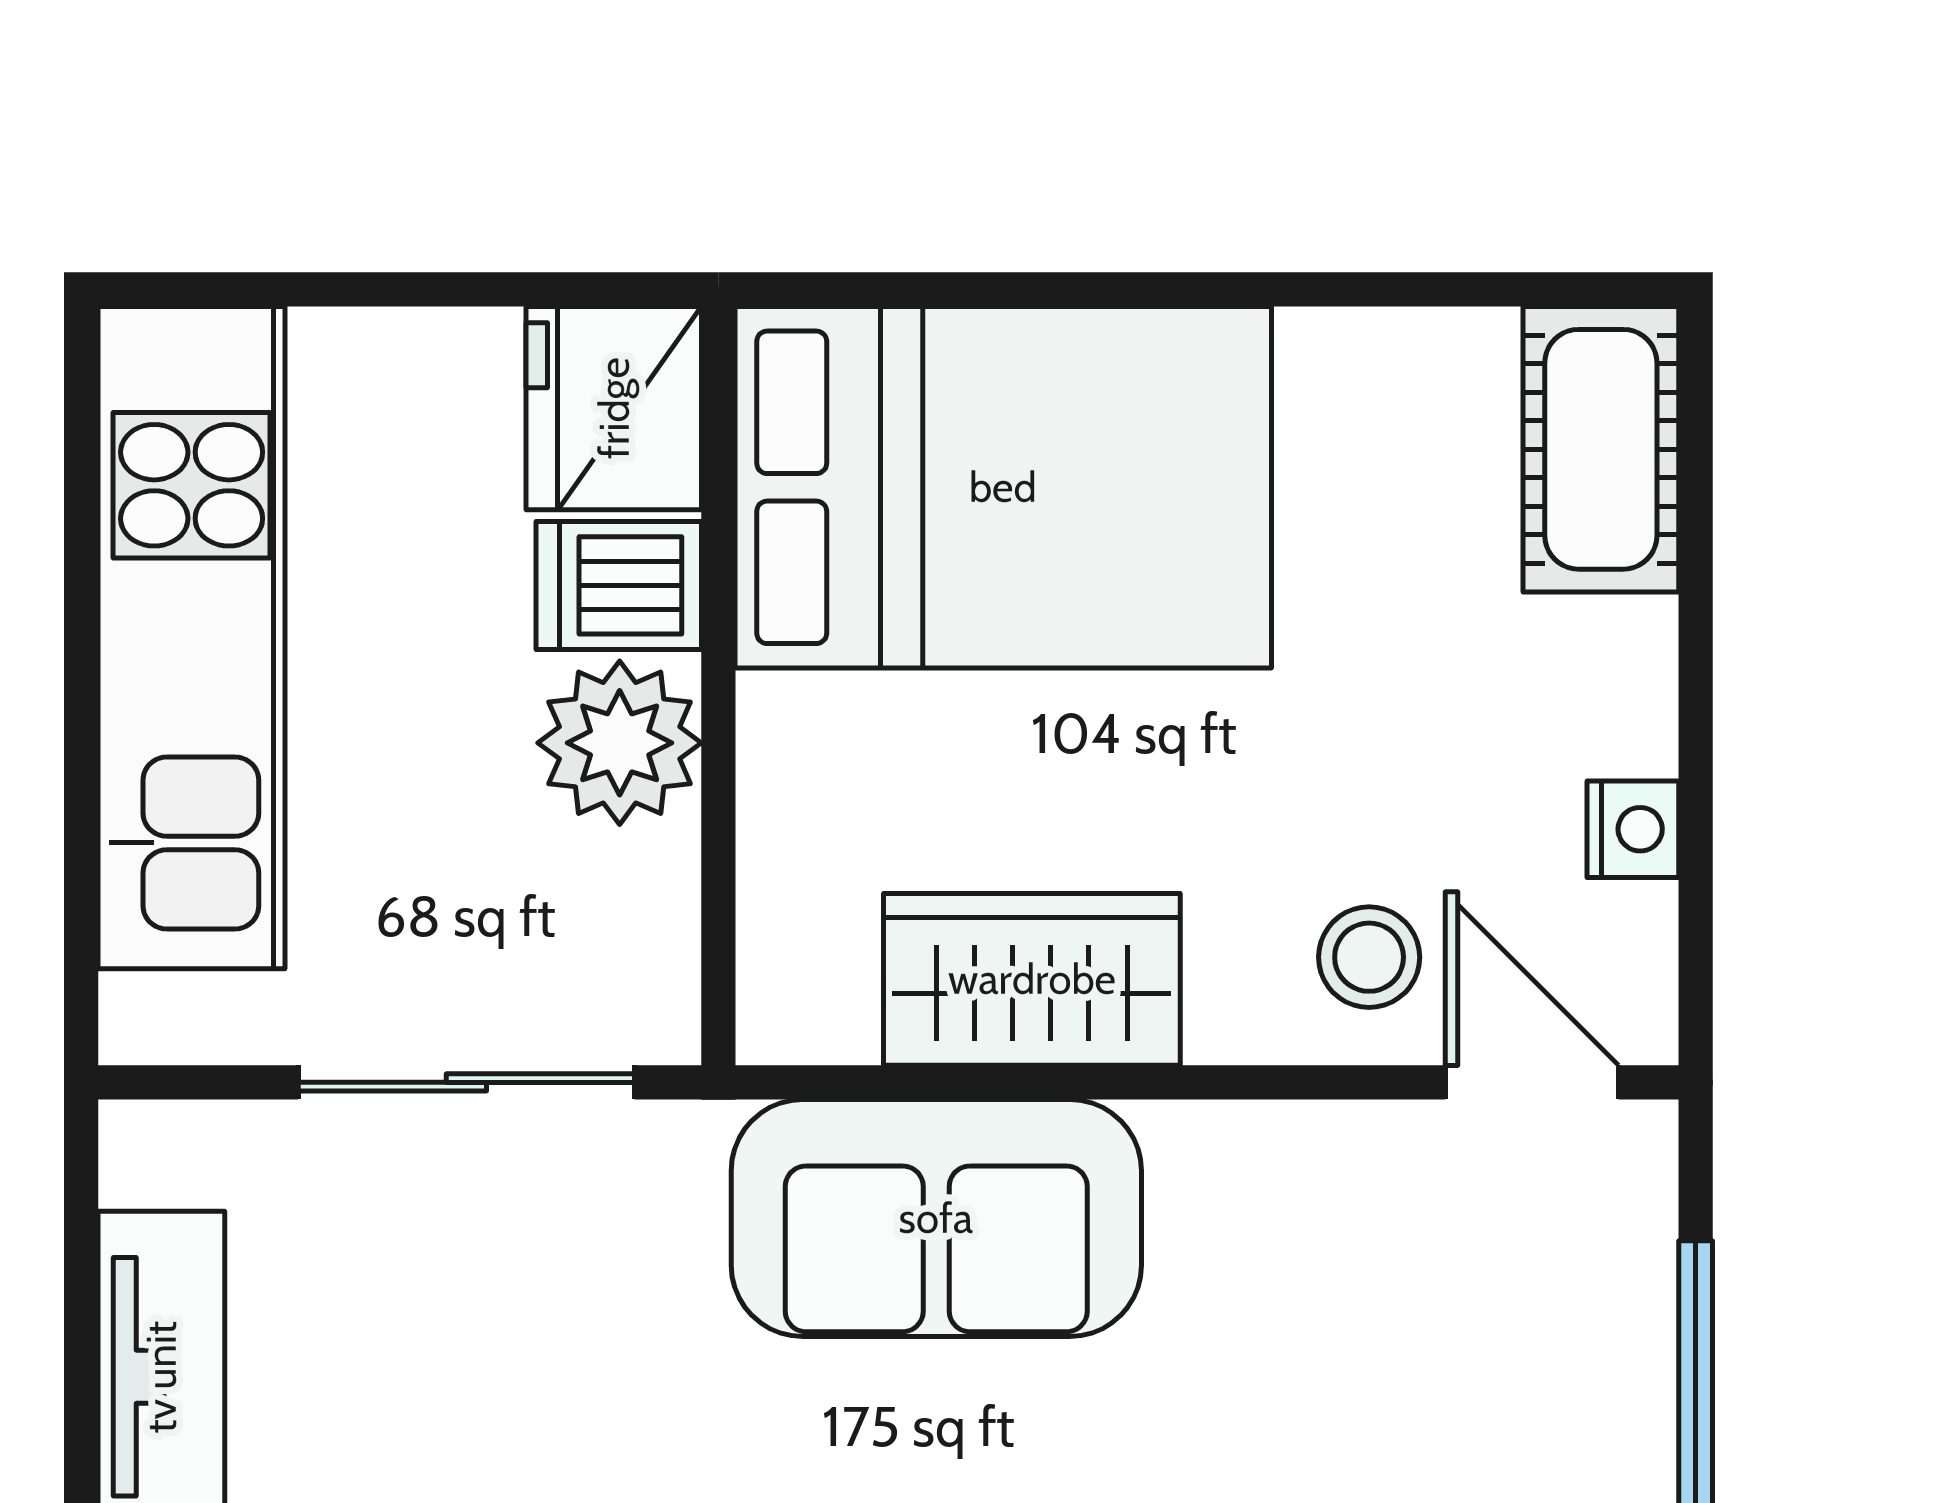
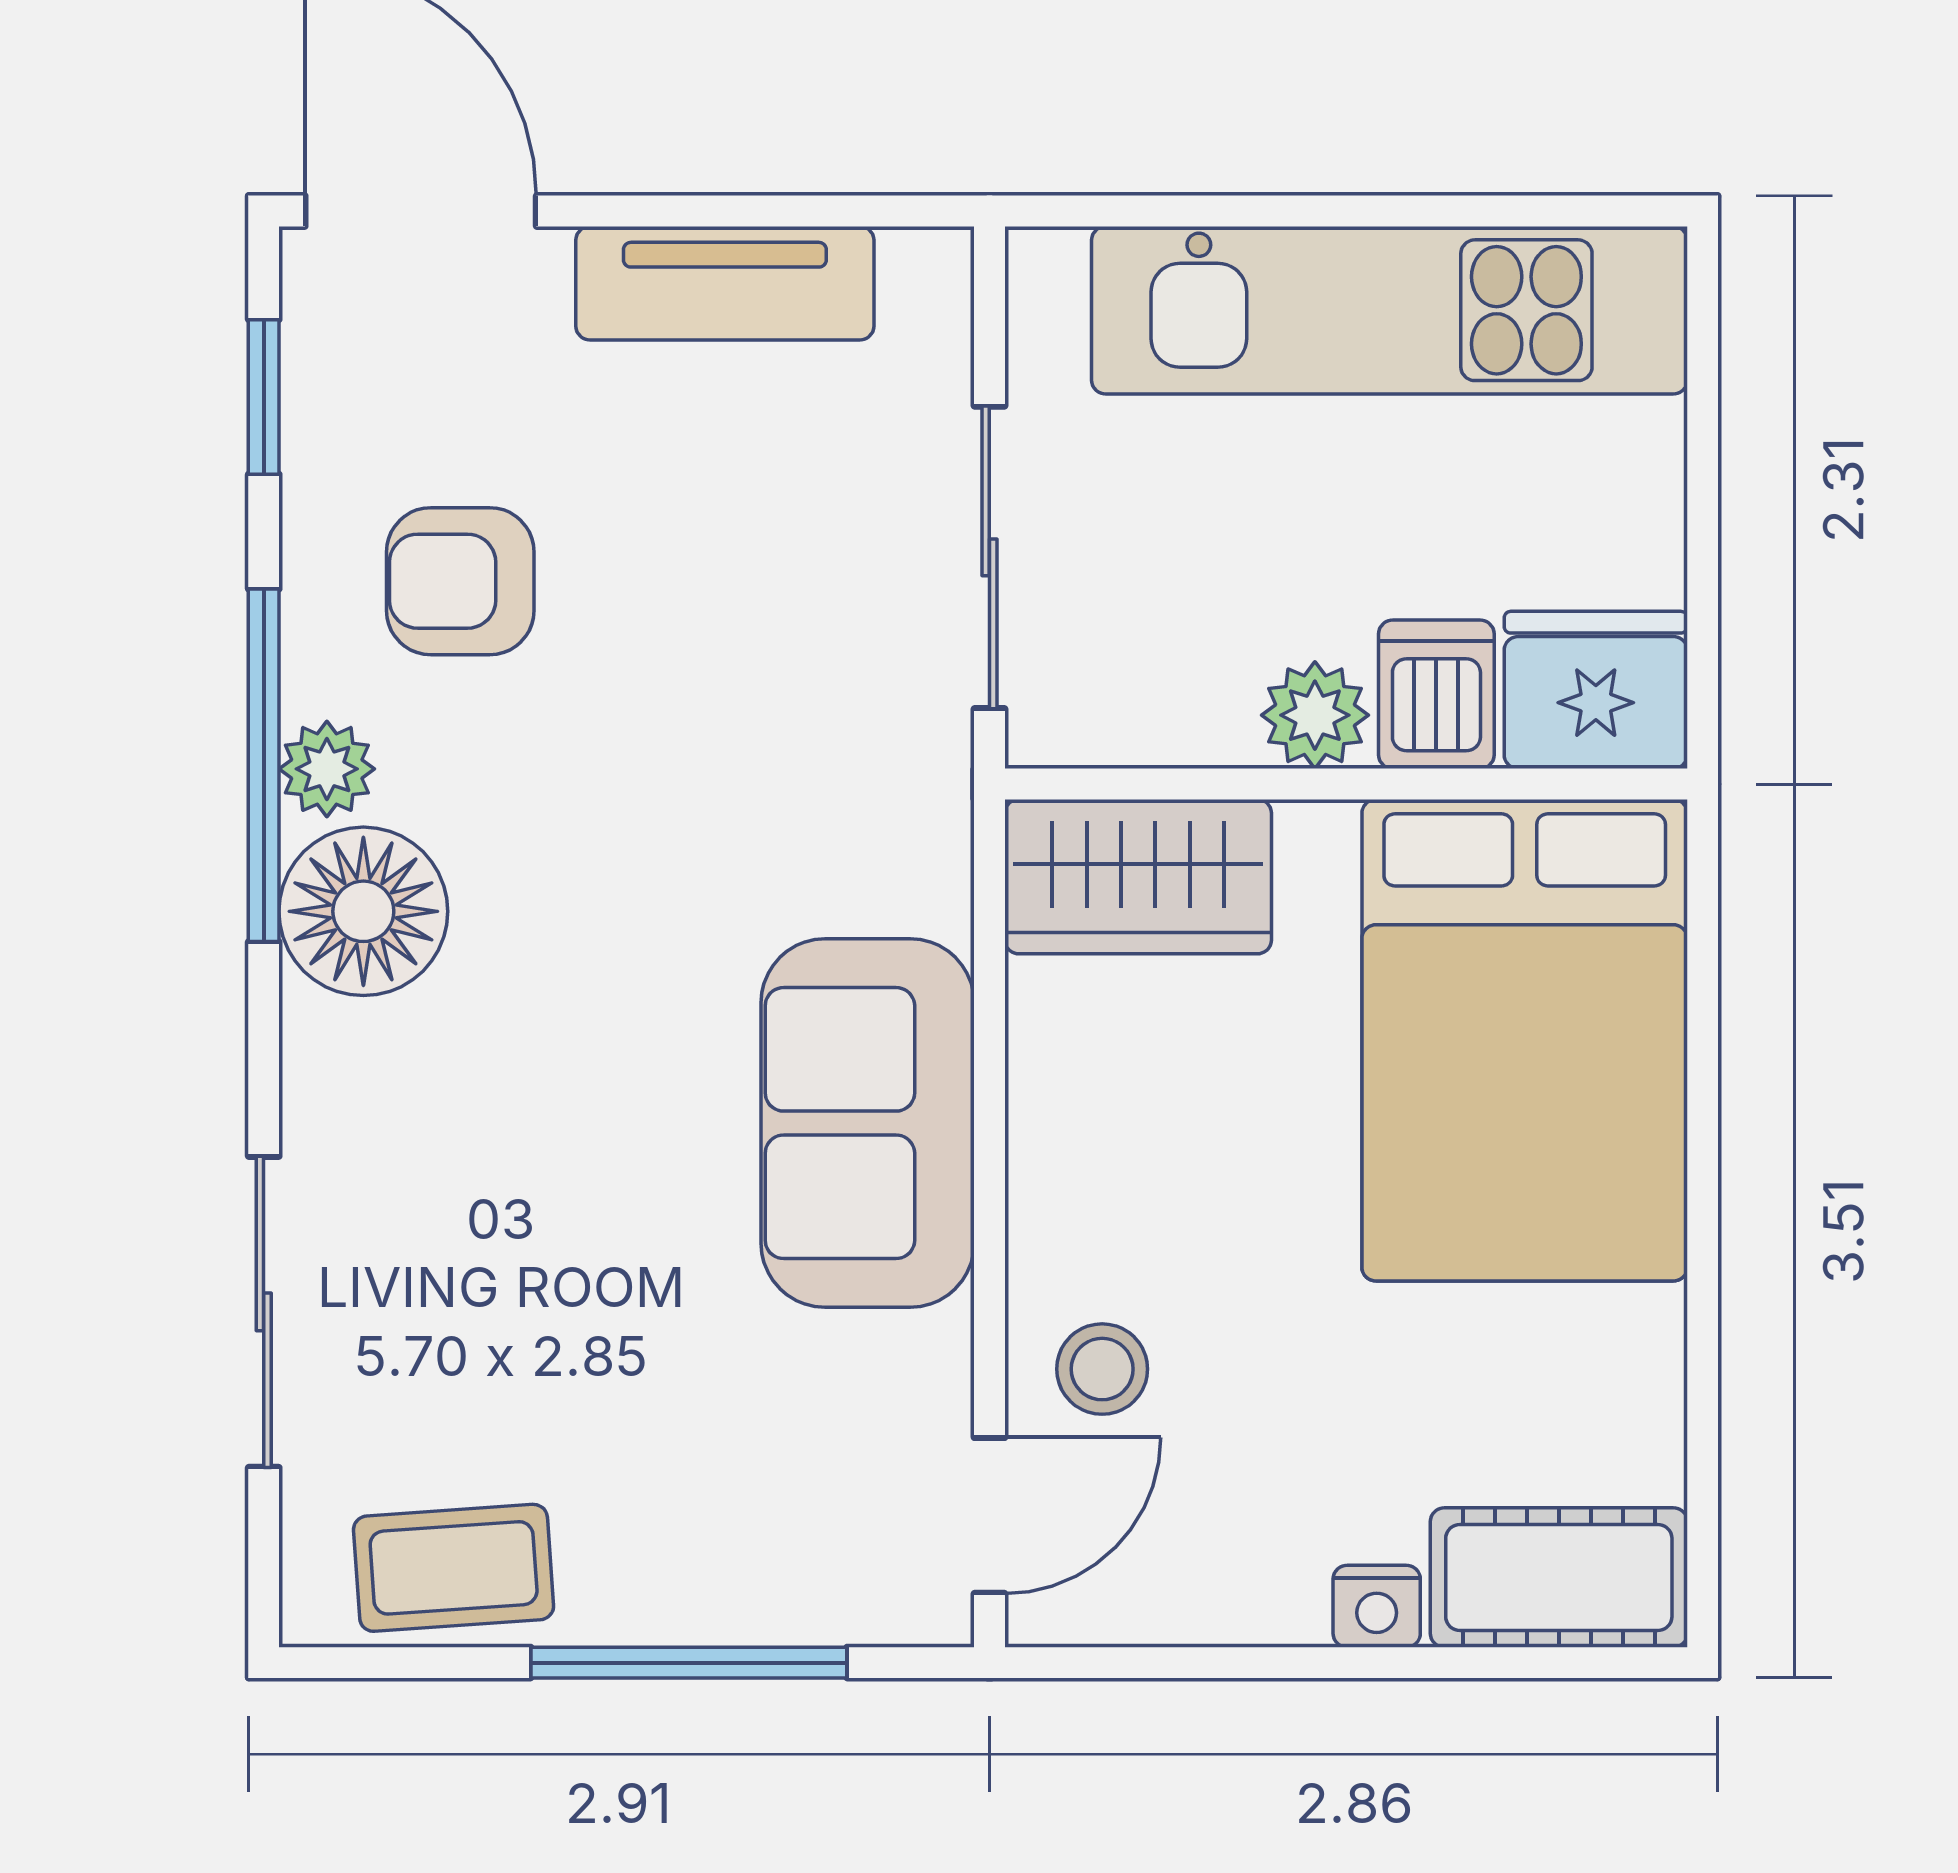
plant: (620, 743) -> (1315, 715), width x0.73, depth x0.73
nightstand: (1633, 829) -> (1377, 1606), moved
wardrobe: (1032, 979) -> (1138, 877), moved, turned 90
sofa: (936, 1218) -> (868, 1123), moved

